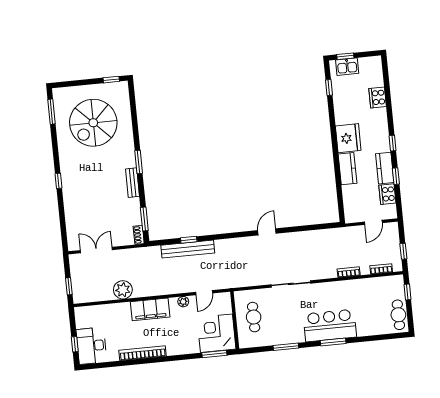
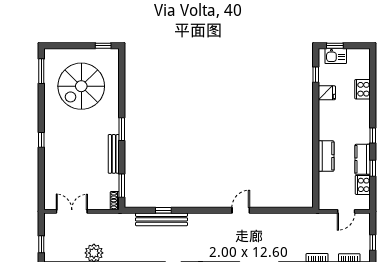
fridge: (348, 138) -> (327, 93), moved, width x0.53, depth x0.75
bench: (132, 183) -> (114, 154), width x1.36

